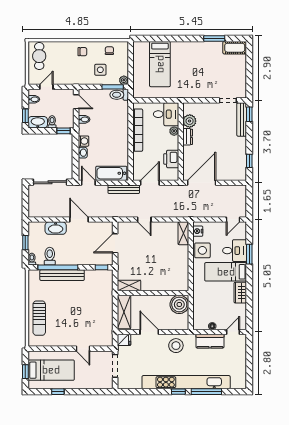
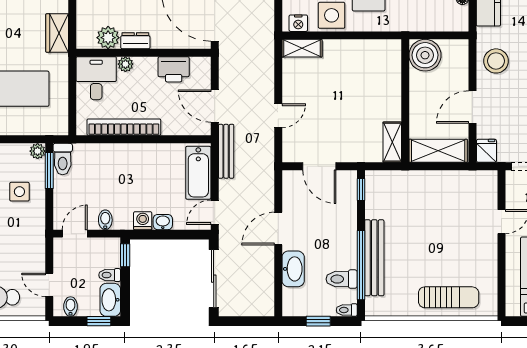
wardrobe: (192, 92) -> (57, 33), added

